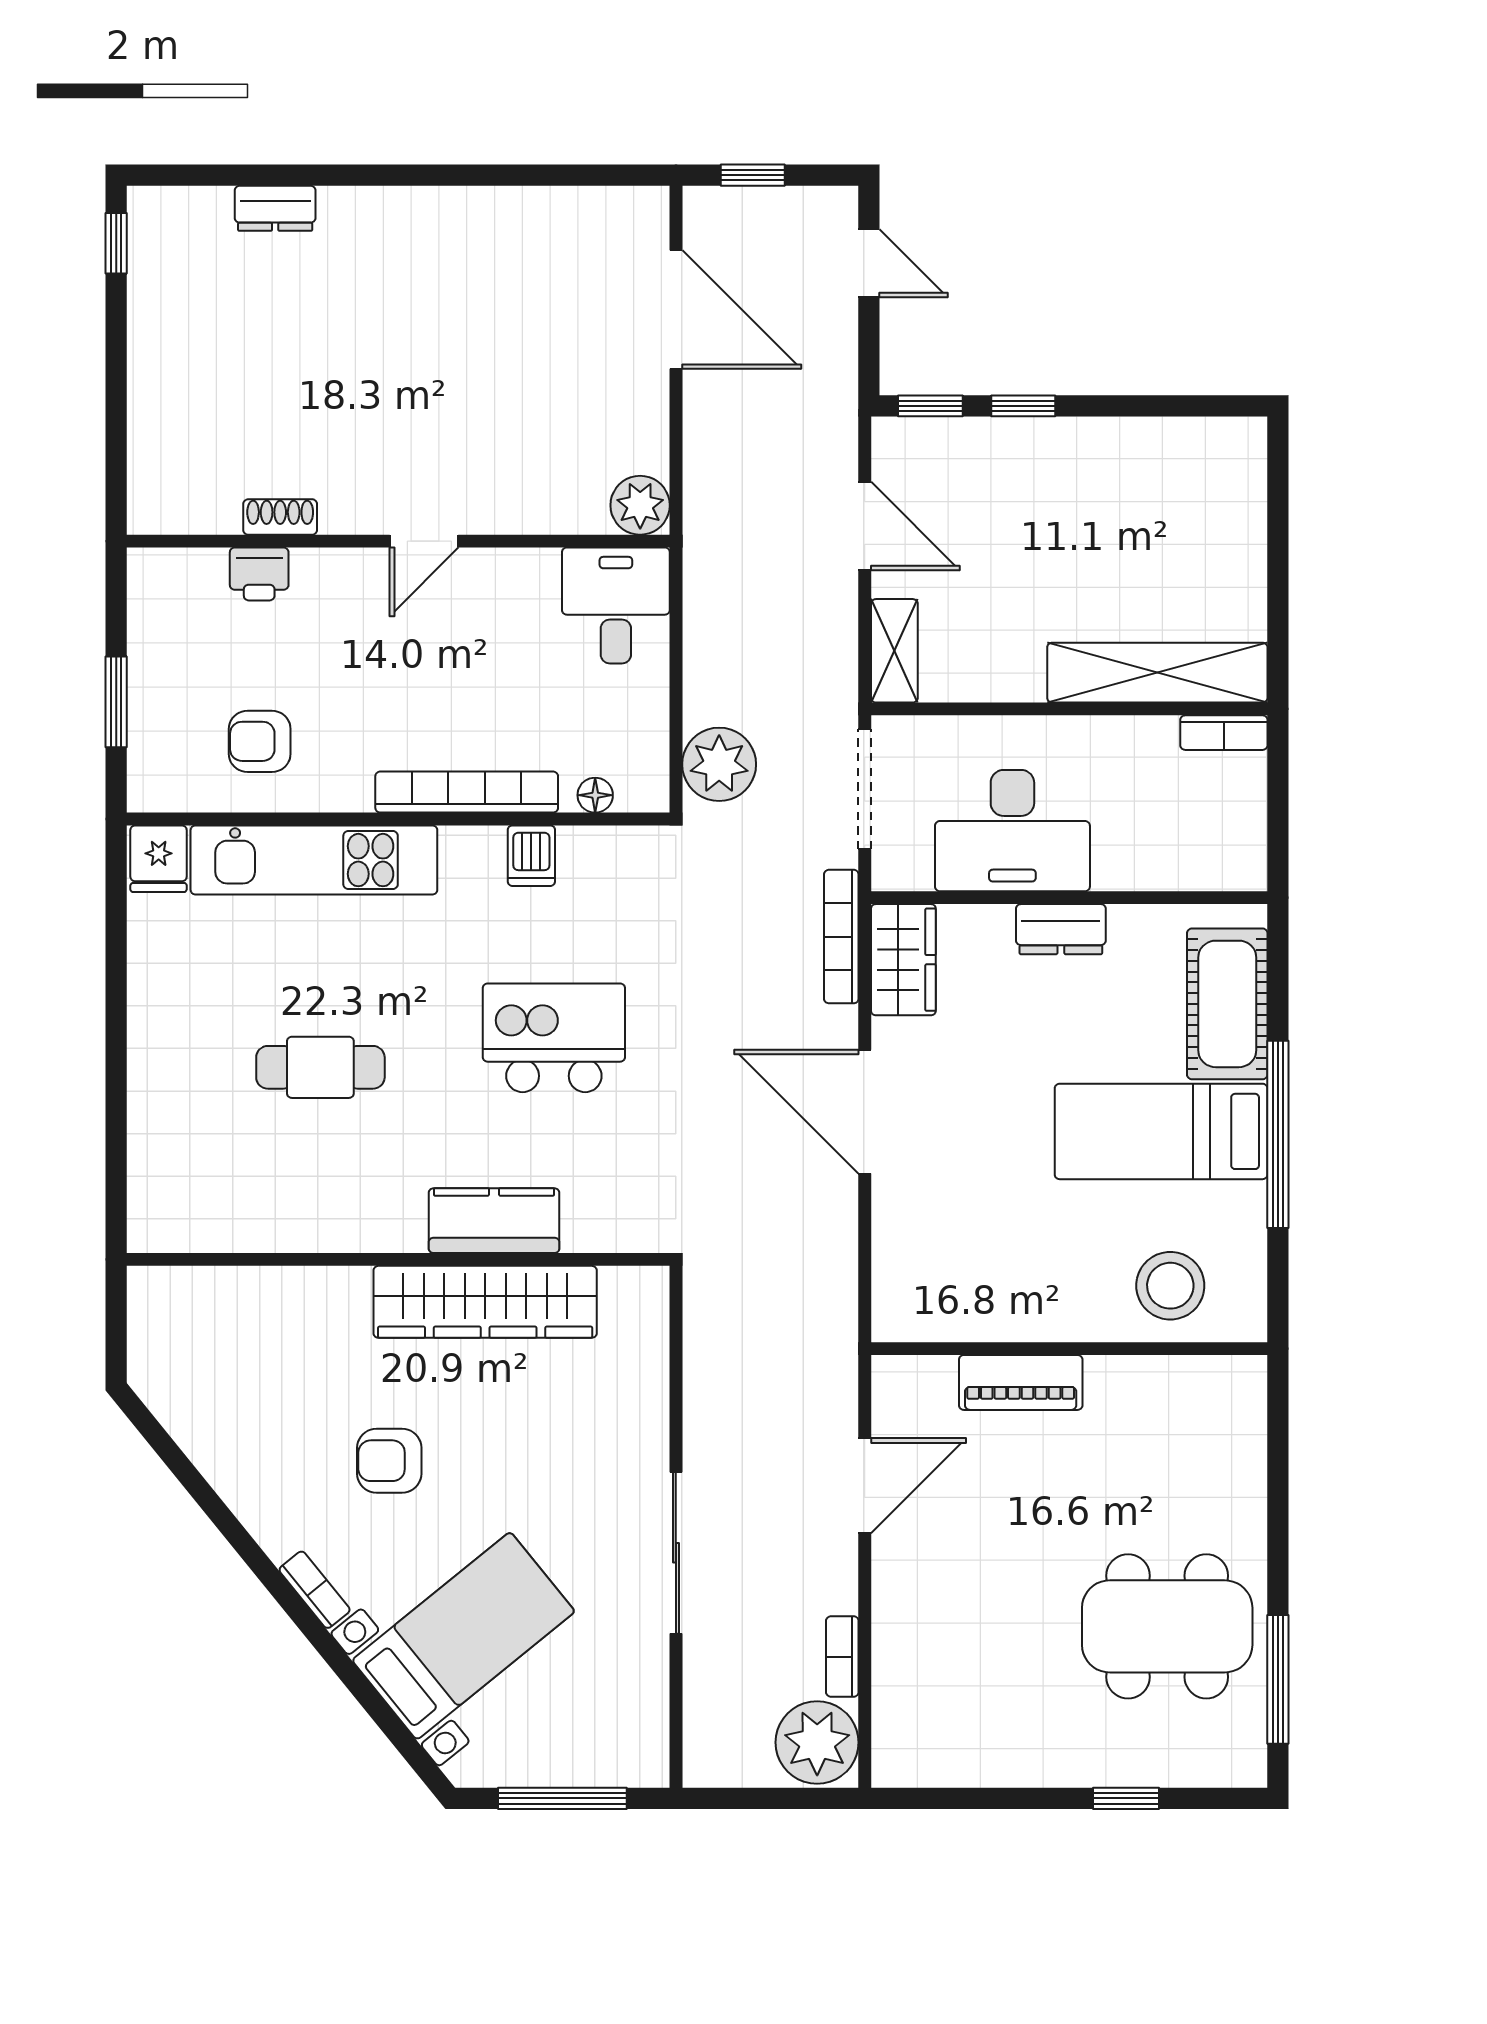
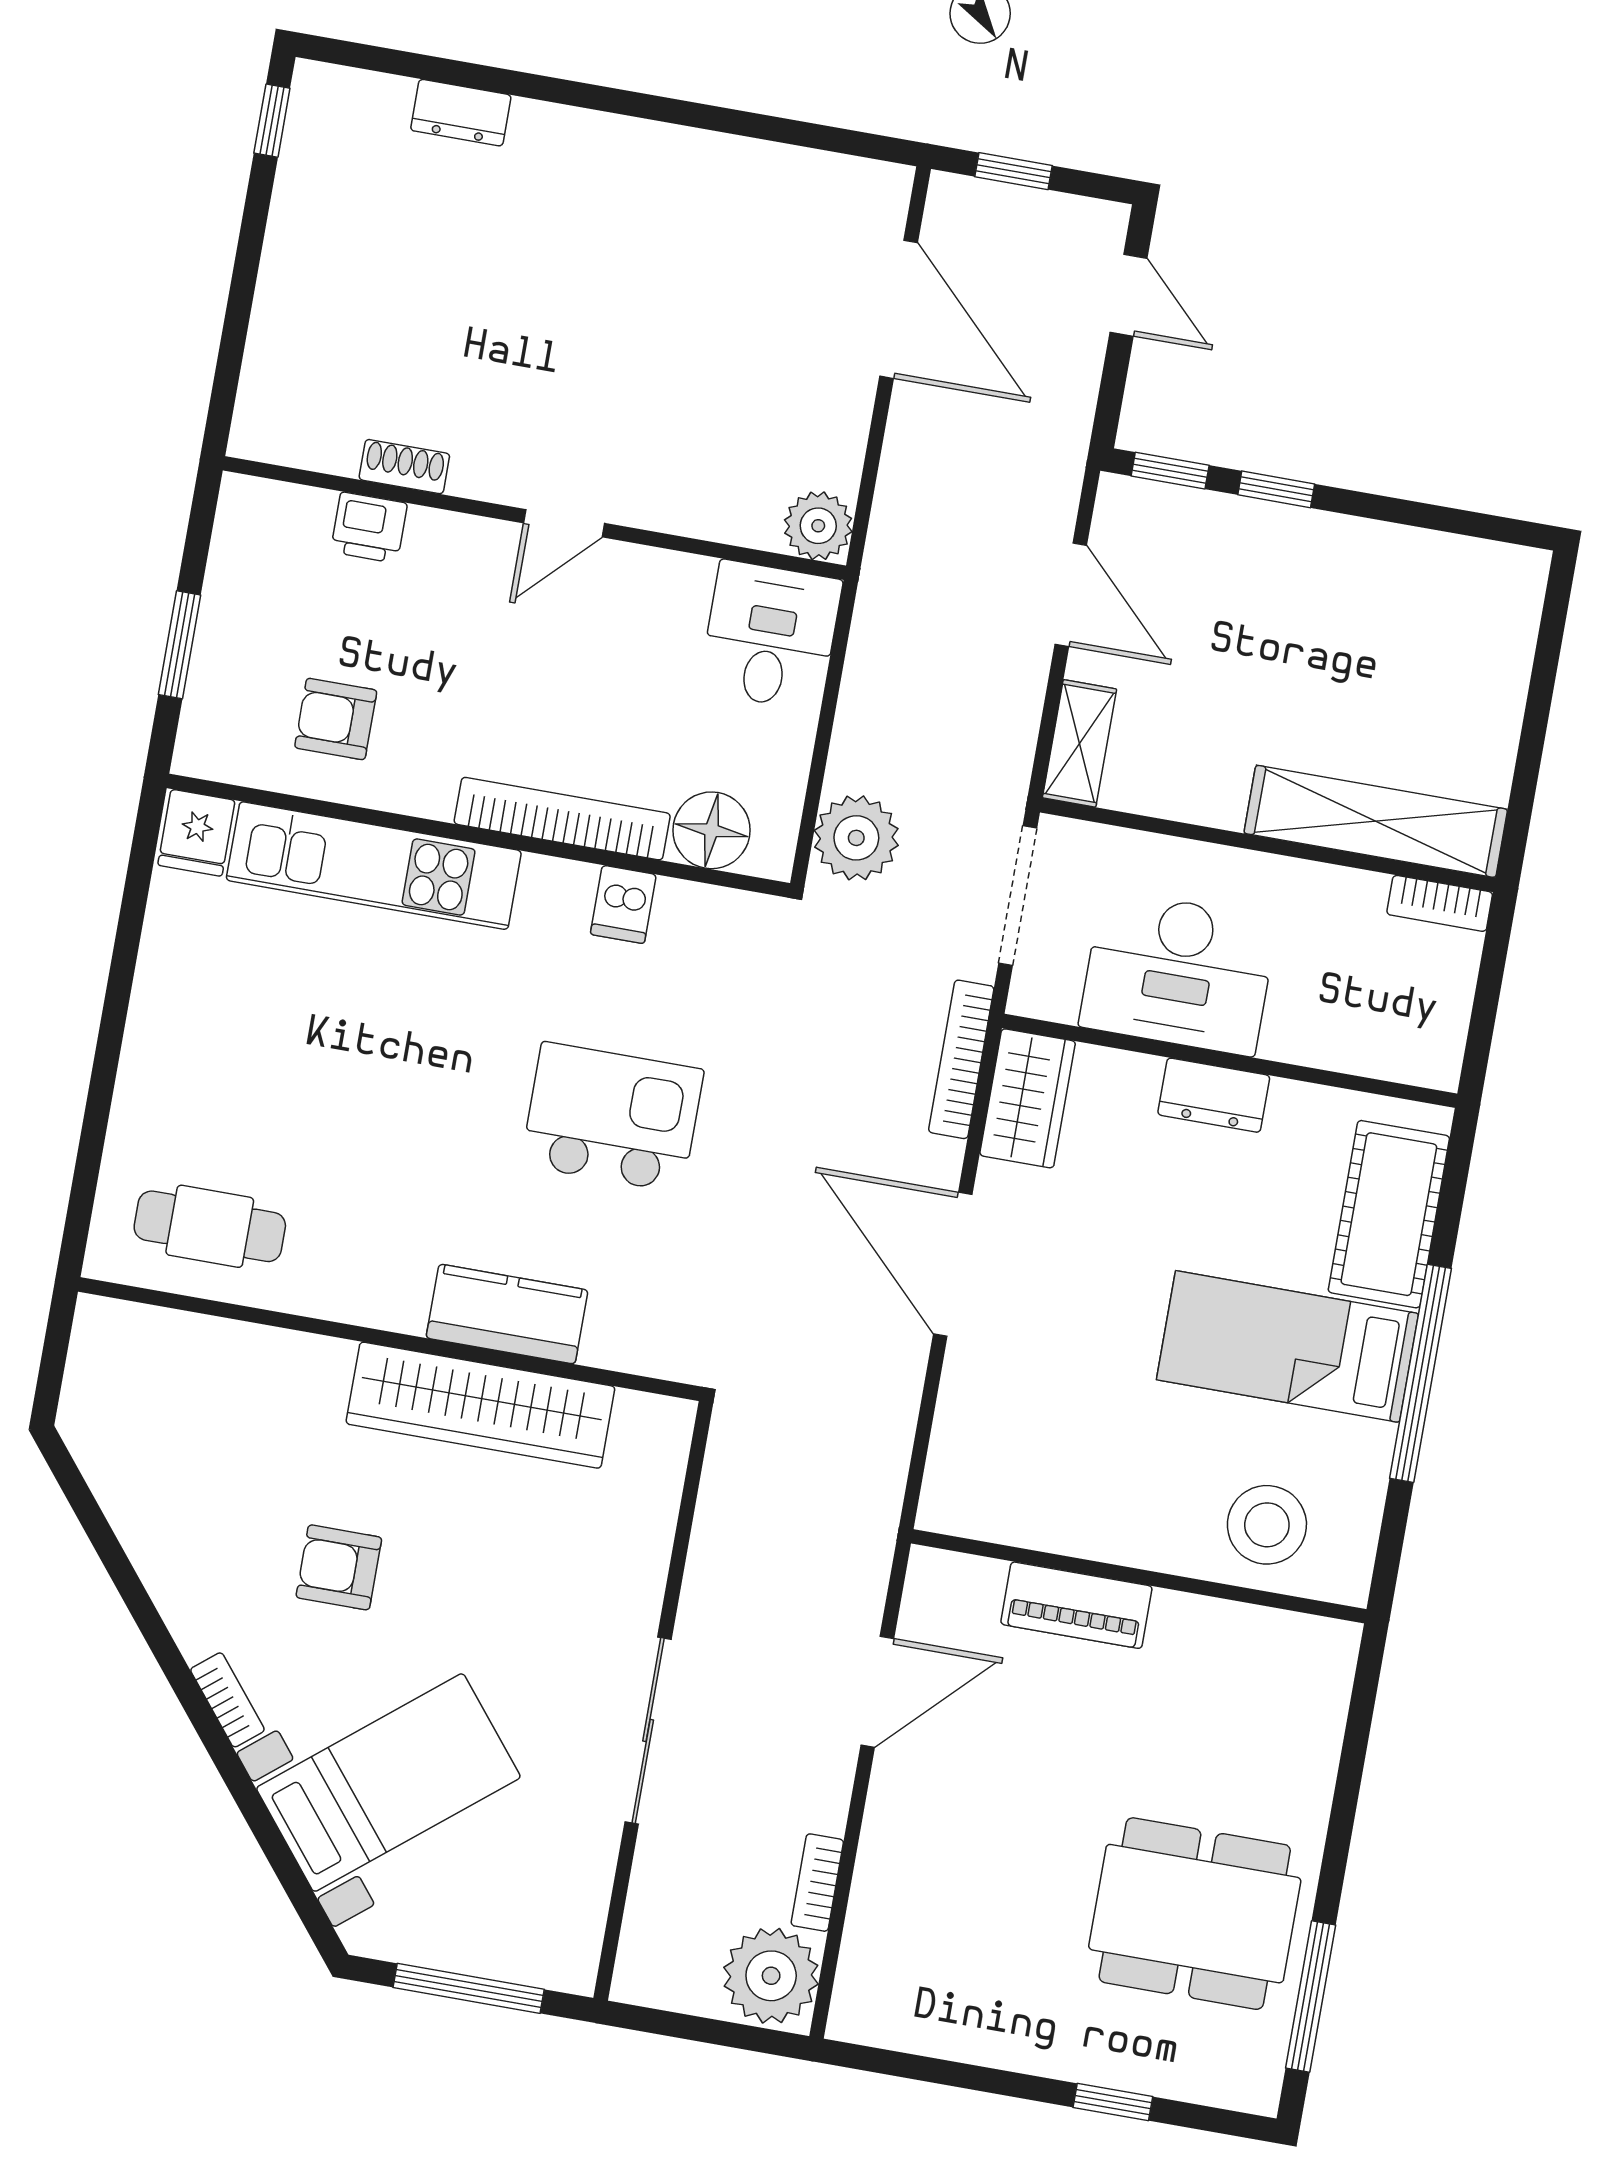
floor lamp: (595, 795) -> (712, 830), width x1.89, depth x1.89
cafe table: (320, 1067) -> (210, 1226), moved

